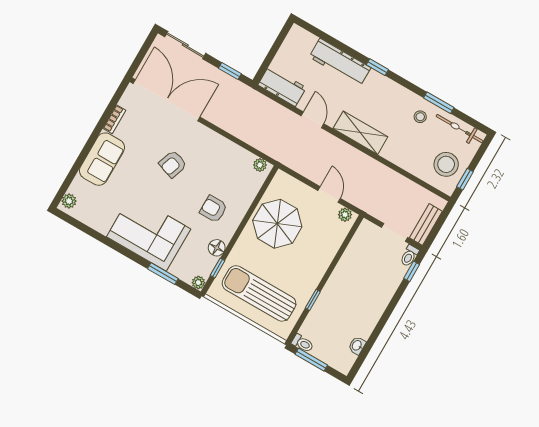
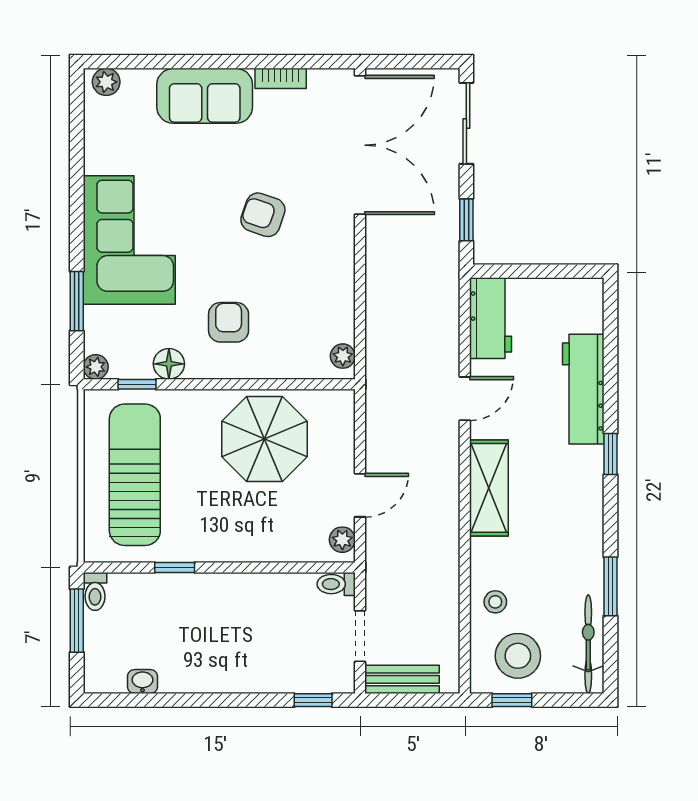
stool: (420, 117) -> (495, 602), moved
toilet: (409, 256) -> (336, 584), moved

